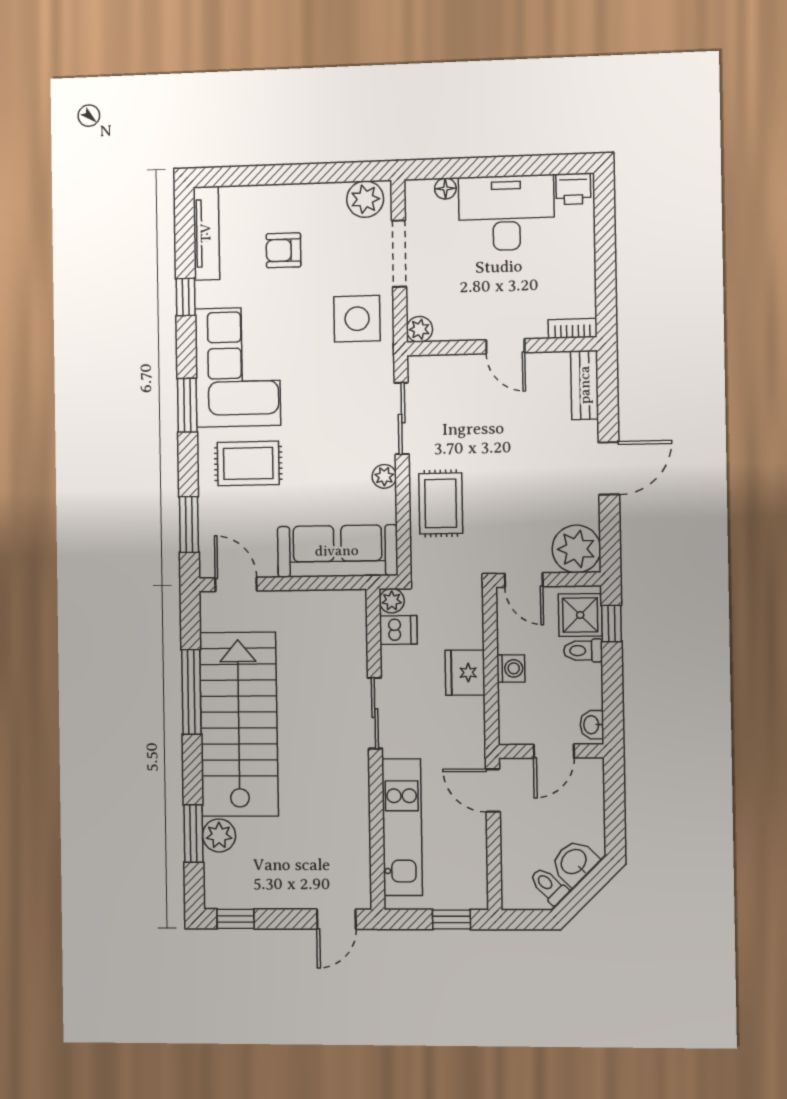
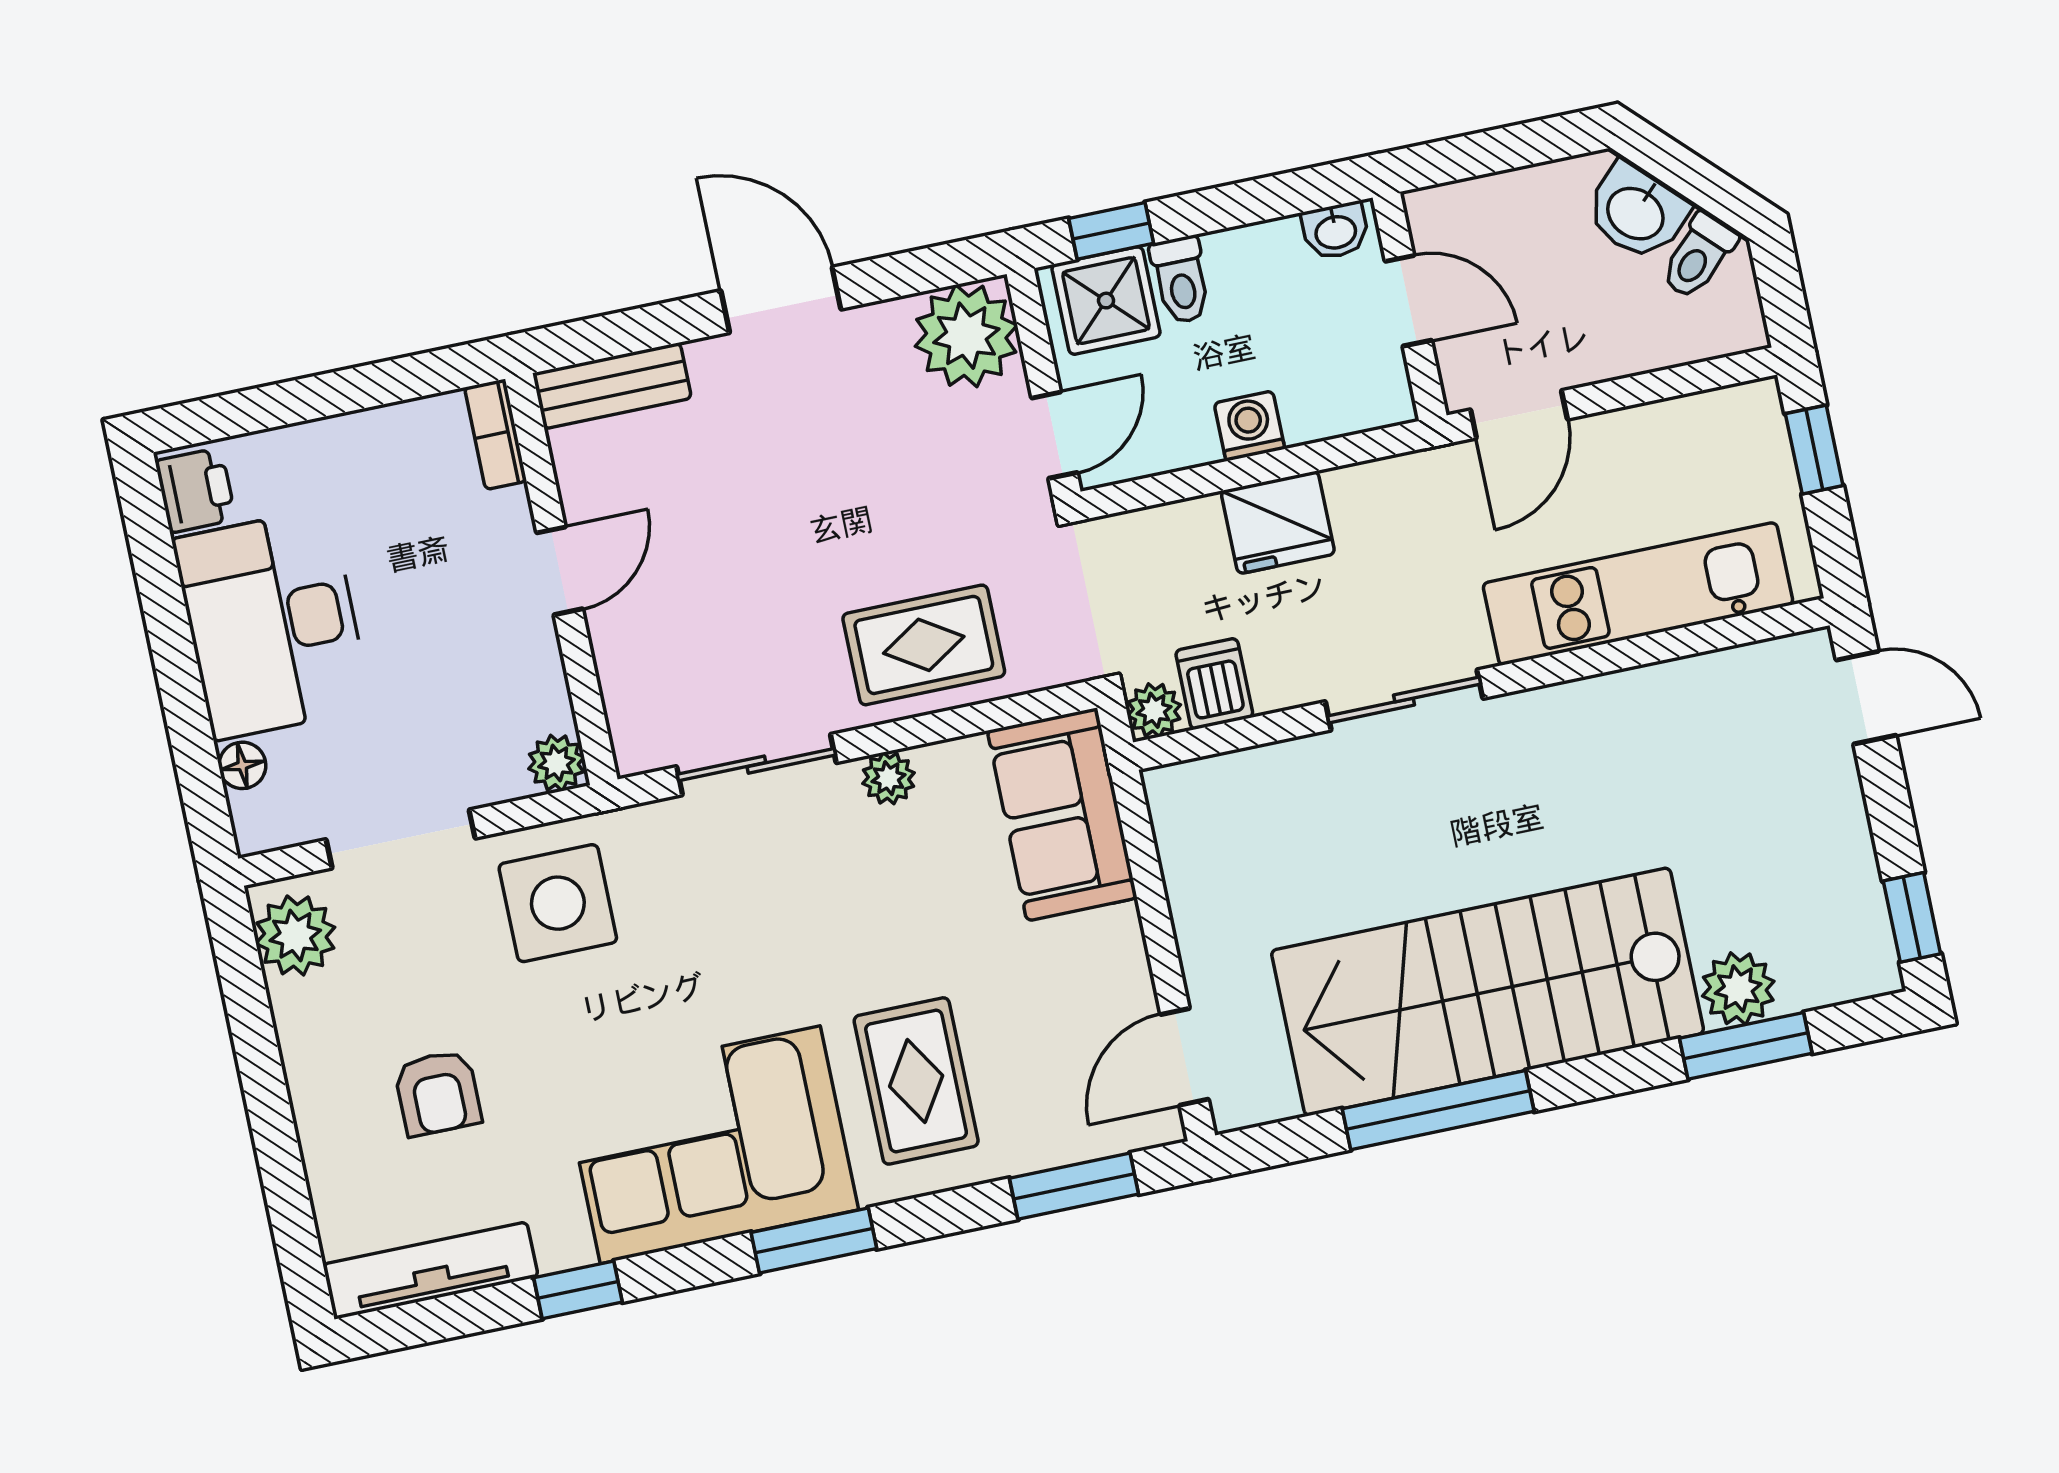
sofa: (337, 551) -> (1062, 814), width x0.73

